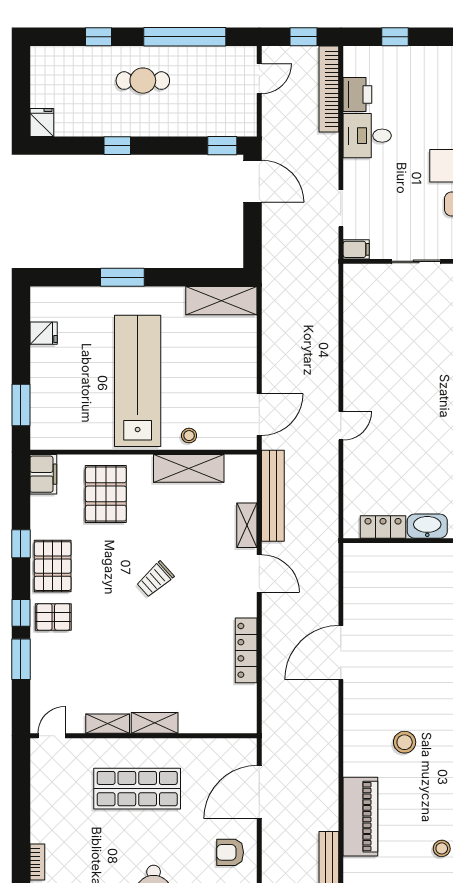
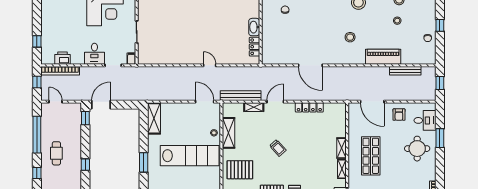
desk: (367, 136) -> (94, 54), moved
lab bench: (138, 381) -> (190, 156), turned 180

